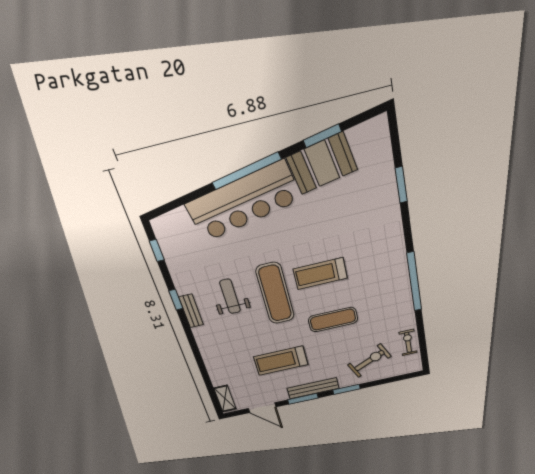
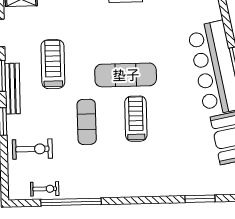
window: (414, 282) -> (71, 202), moved
weight bench: (230, 296) -> (132, 35), removed
exercise bike: (369, 361) -> (32, 149), turned -65

